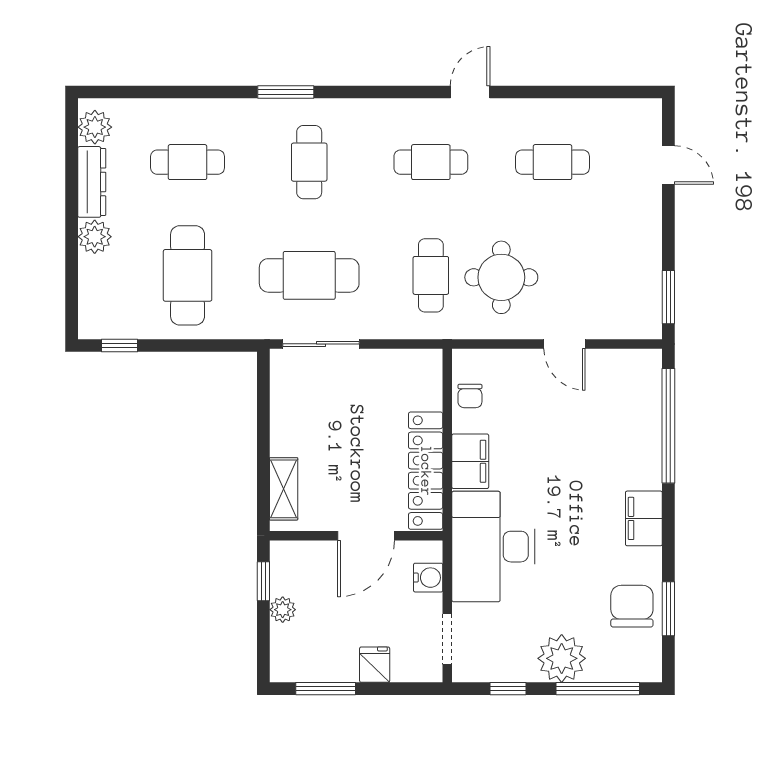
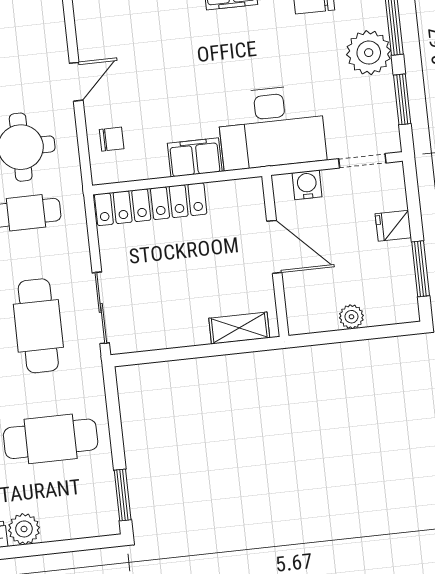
window: (120, 346) -> (123, 495), width x1.50
chair: (470, 396) -> (112, 139), moved
locker: (426, 471) -> (151, 204), moved
window: (263, 581) -> (327, 338), removed
window: (508, 689) -> (402, 99), width x1.50

